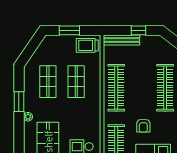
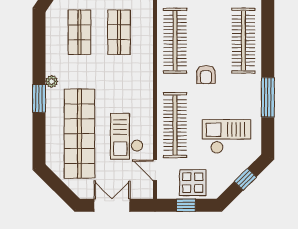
window: (19, 102) -> (39, 98), moved
armchair: (143, 126) -> (206, 75), moved

